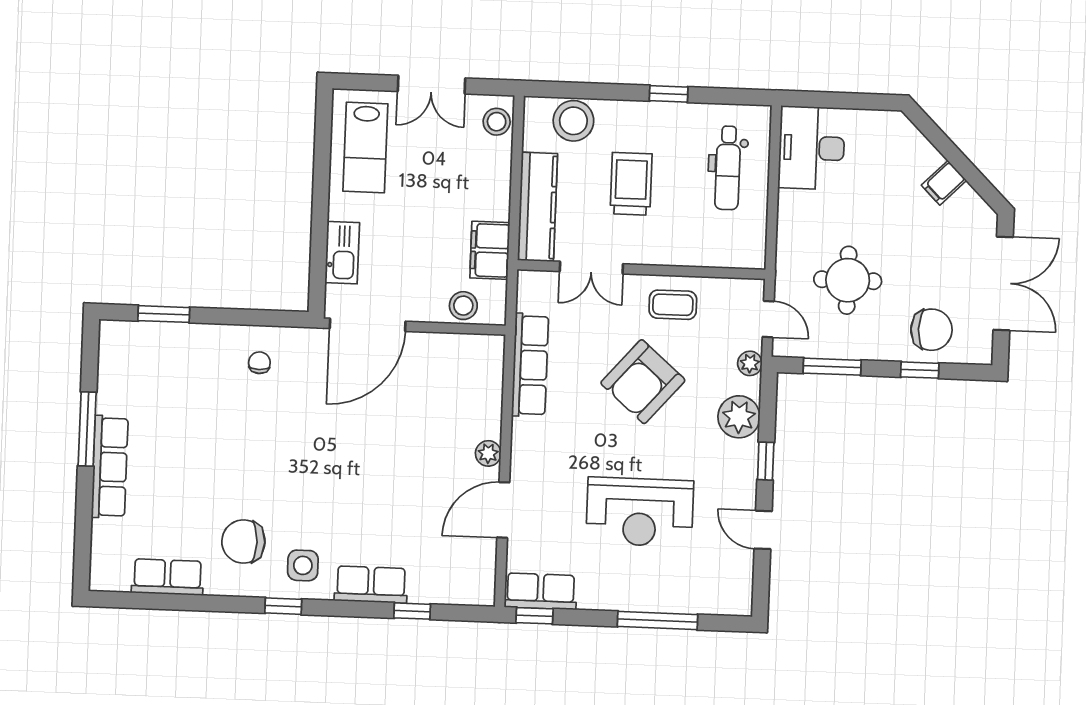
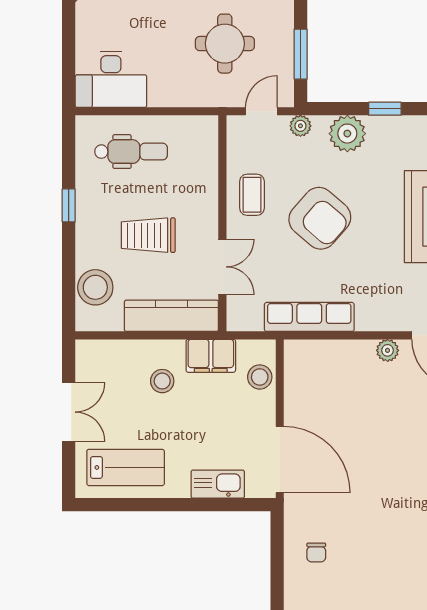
stool: (497, 122) -> (162, 381), moved
chair: (259, 363) -> (316, 552), turned -90

